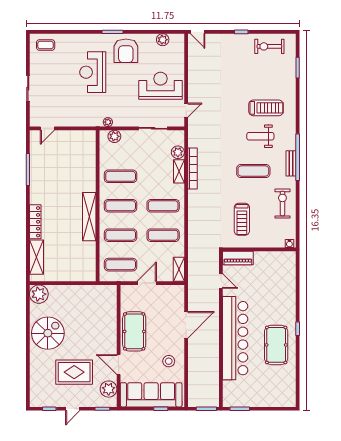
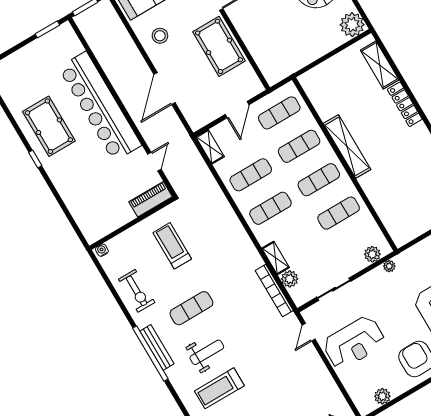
bench: (291, 163) -> (157, 347), width x1.36
bookcase: (192, 169) -> (274, 290), moved
door: (221, 281) -> (154, 162), swing flipped

